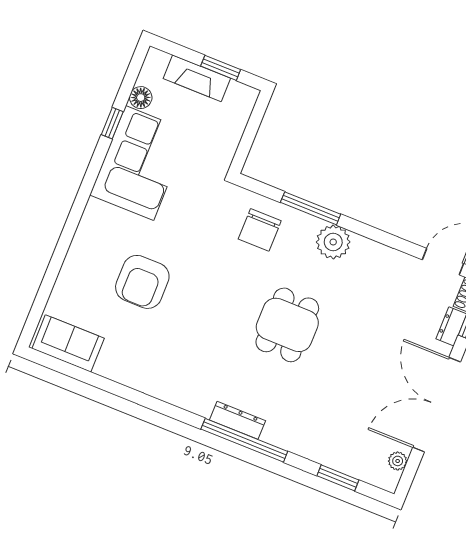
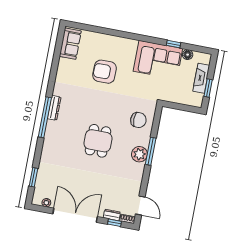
window: (311, 208) -> (151, 151), moved
chair: (260, 230) -> (138, 120), turned 180
dining table: (287, 325) -> (98, 141), turned 90
dresser: (238, 420) -> (54, 108), moved
window: (244, 440) -> (45, 117), moved

